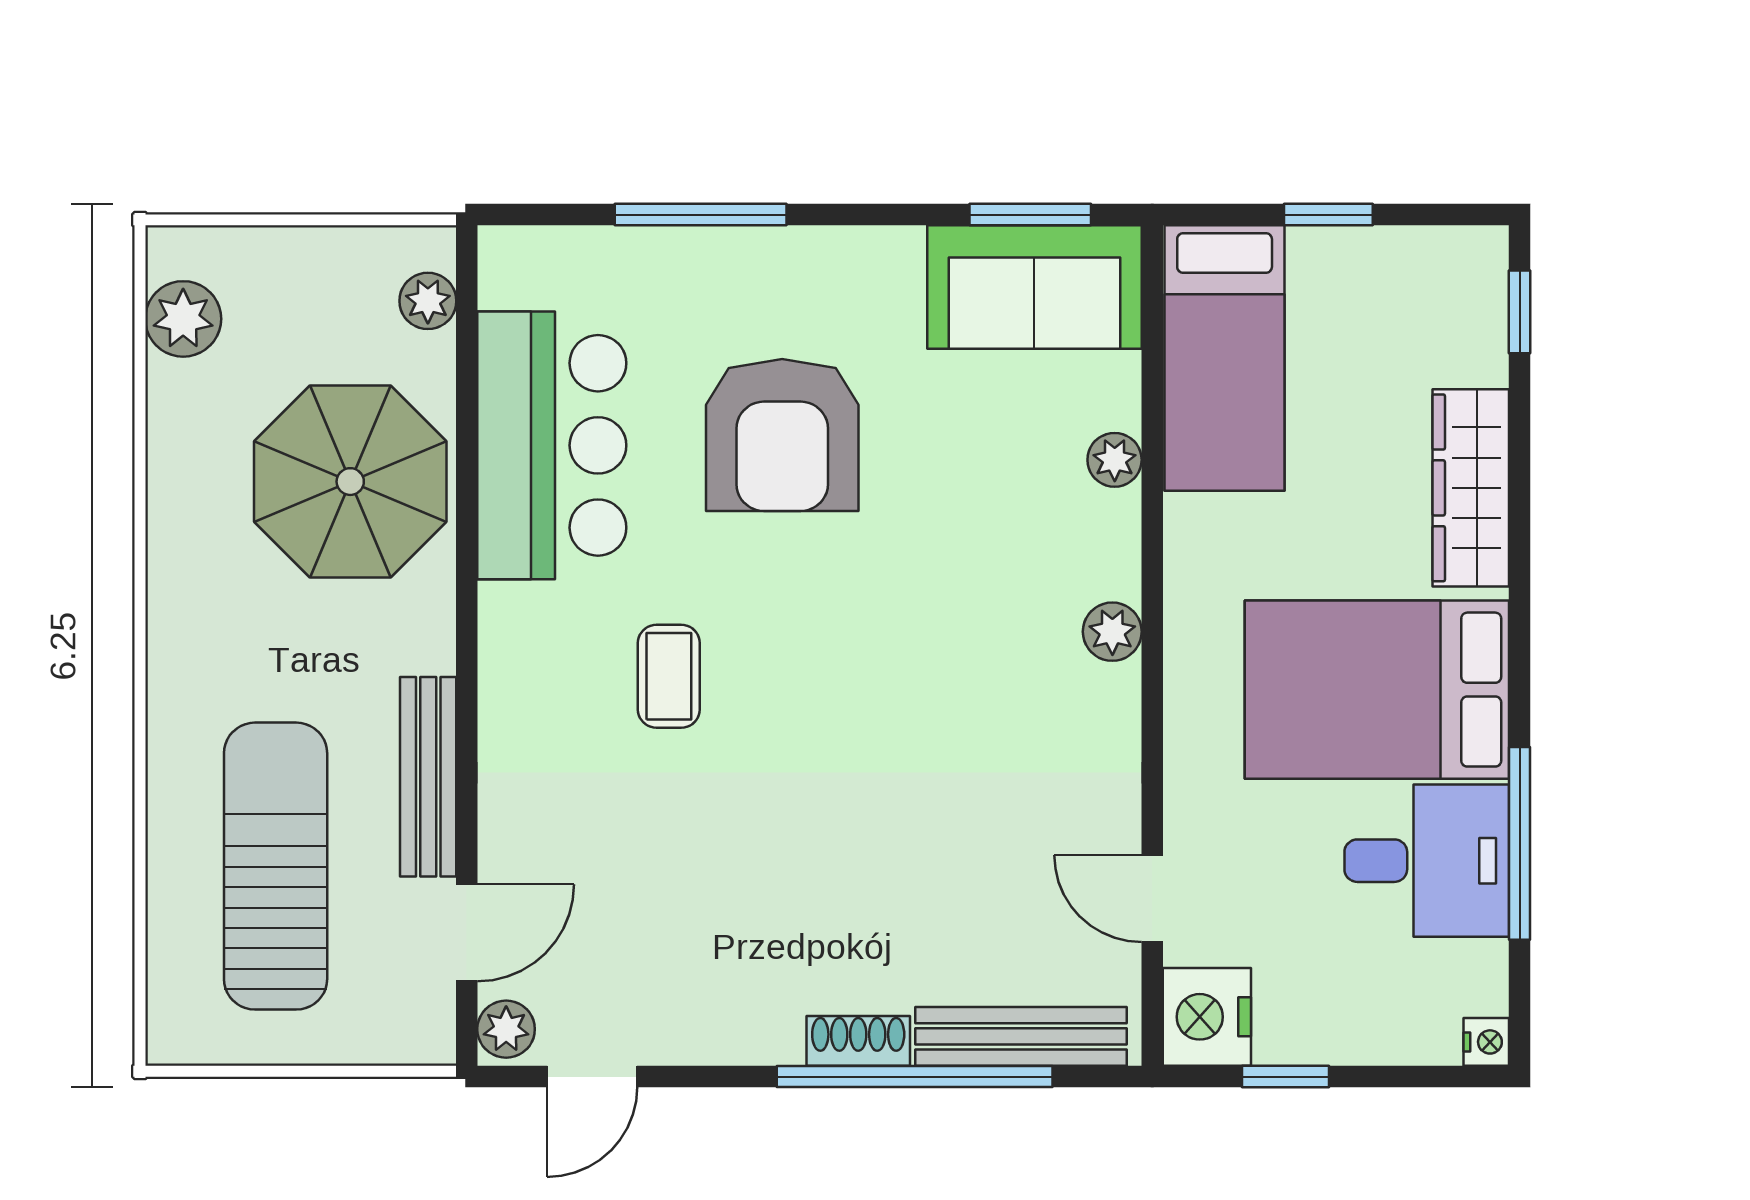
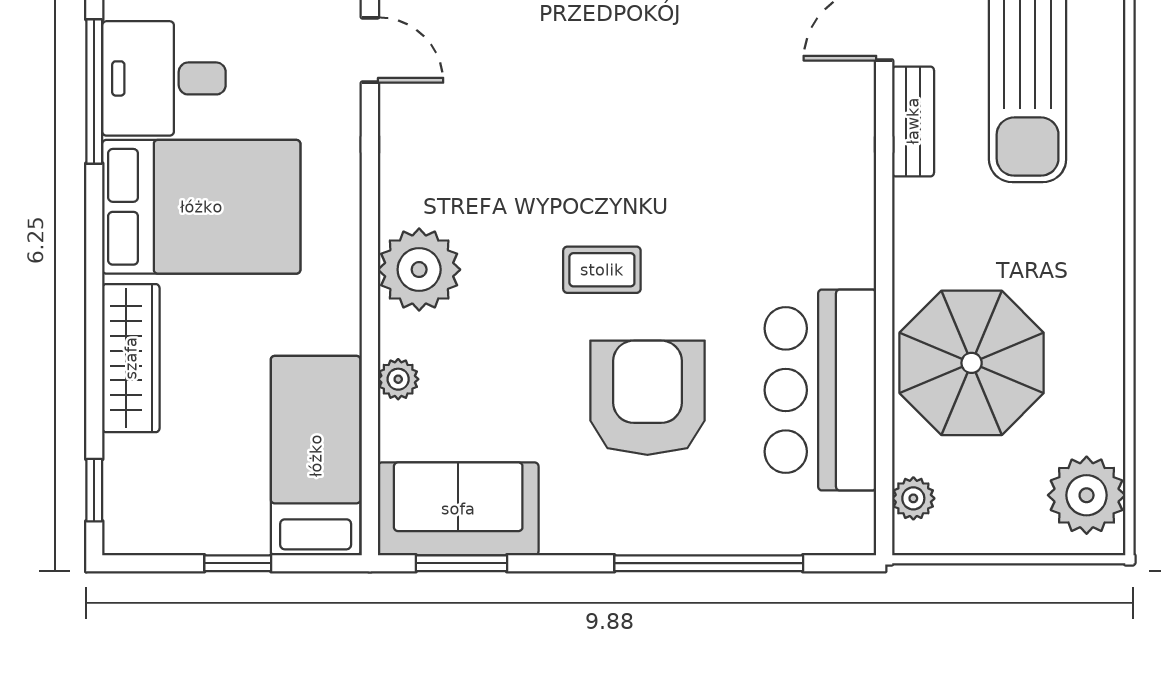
window: (701, 215) -> (709, 563), width x1.46
plant: (183, 319) -> (1087, 495), width x1.36, depth x1.36
plant: (1112, 632) -> (419, 270), width x1.88, depth x1.88
coffee table: (669, 676) -> (602, 270), moved, turned 90
bench: (428, 777) -> (913, 121), width x0.73

